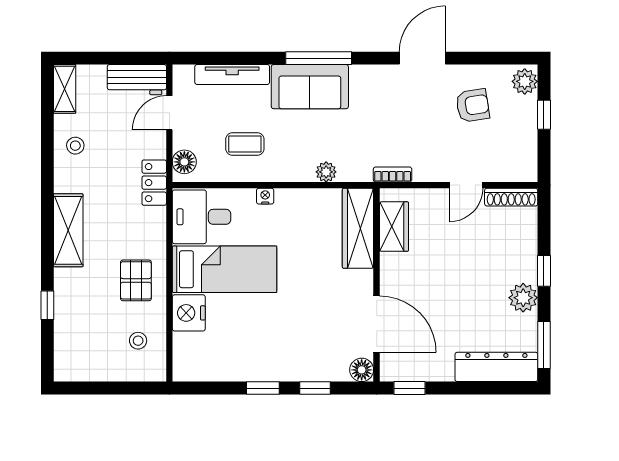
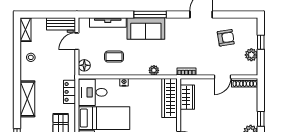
plant: (525, 81) -> (251, 55), moved
locker: (154, 183) -> (70, 92), moved

